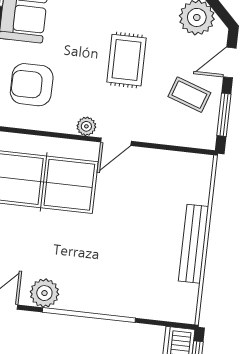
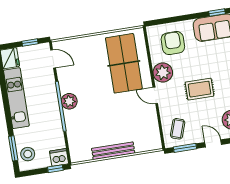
coffee table: (189, 95) -> (178, 129), moved
plant: (86, 126) -> (163, 73), width x1.87, depth x1.87
plant: (44, 293) -> (69, 101), moved

